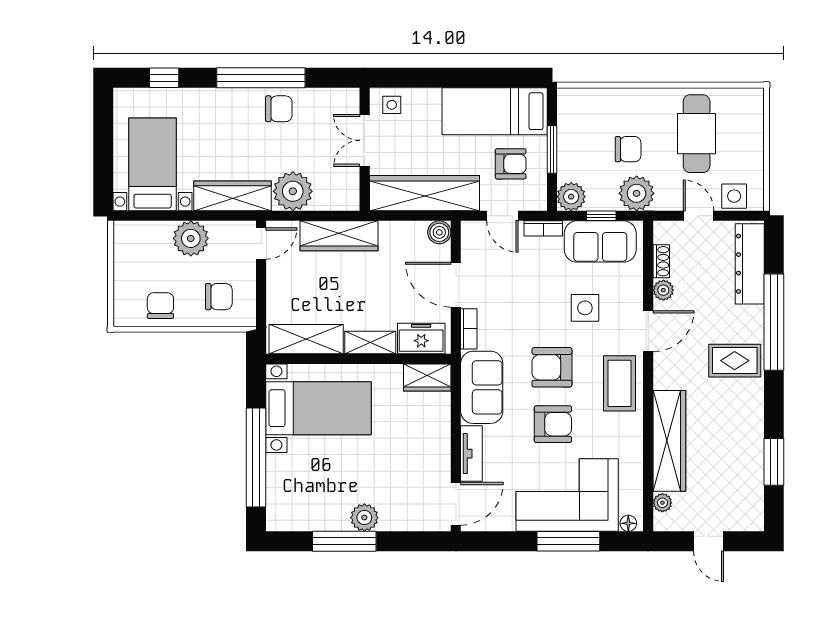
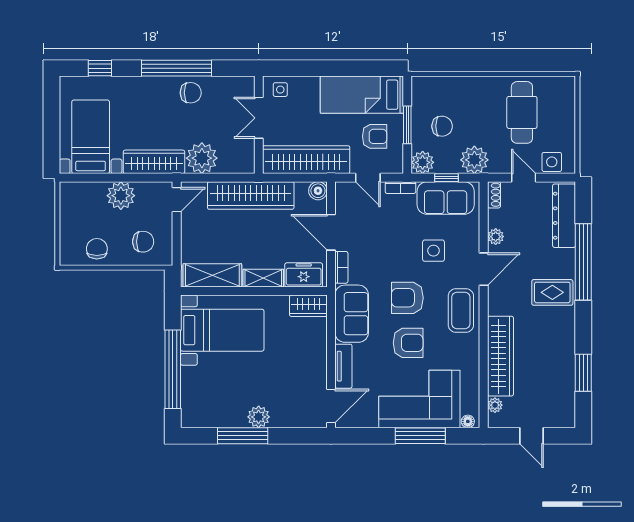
chair: (628, 149) -> (442, 126), moved
wardrobe: (339, 236) -> (251, 196), width x1.40, depth x1.17
shoe rack: (661, 261) -> (494, 195), moved

